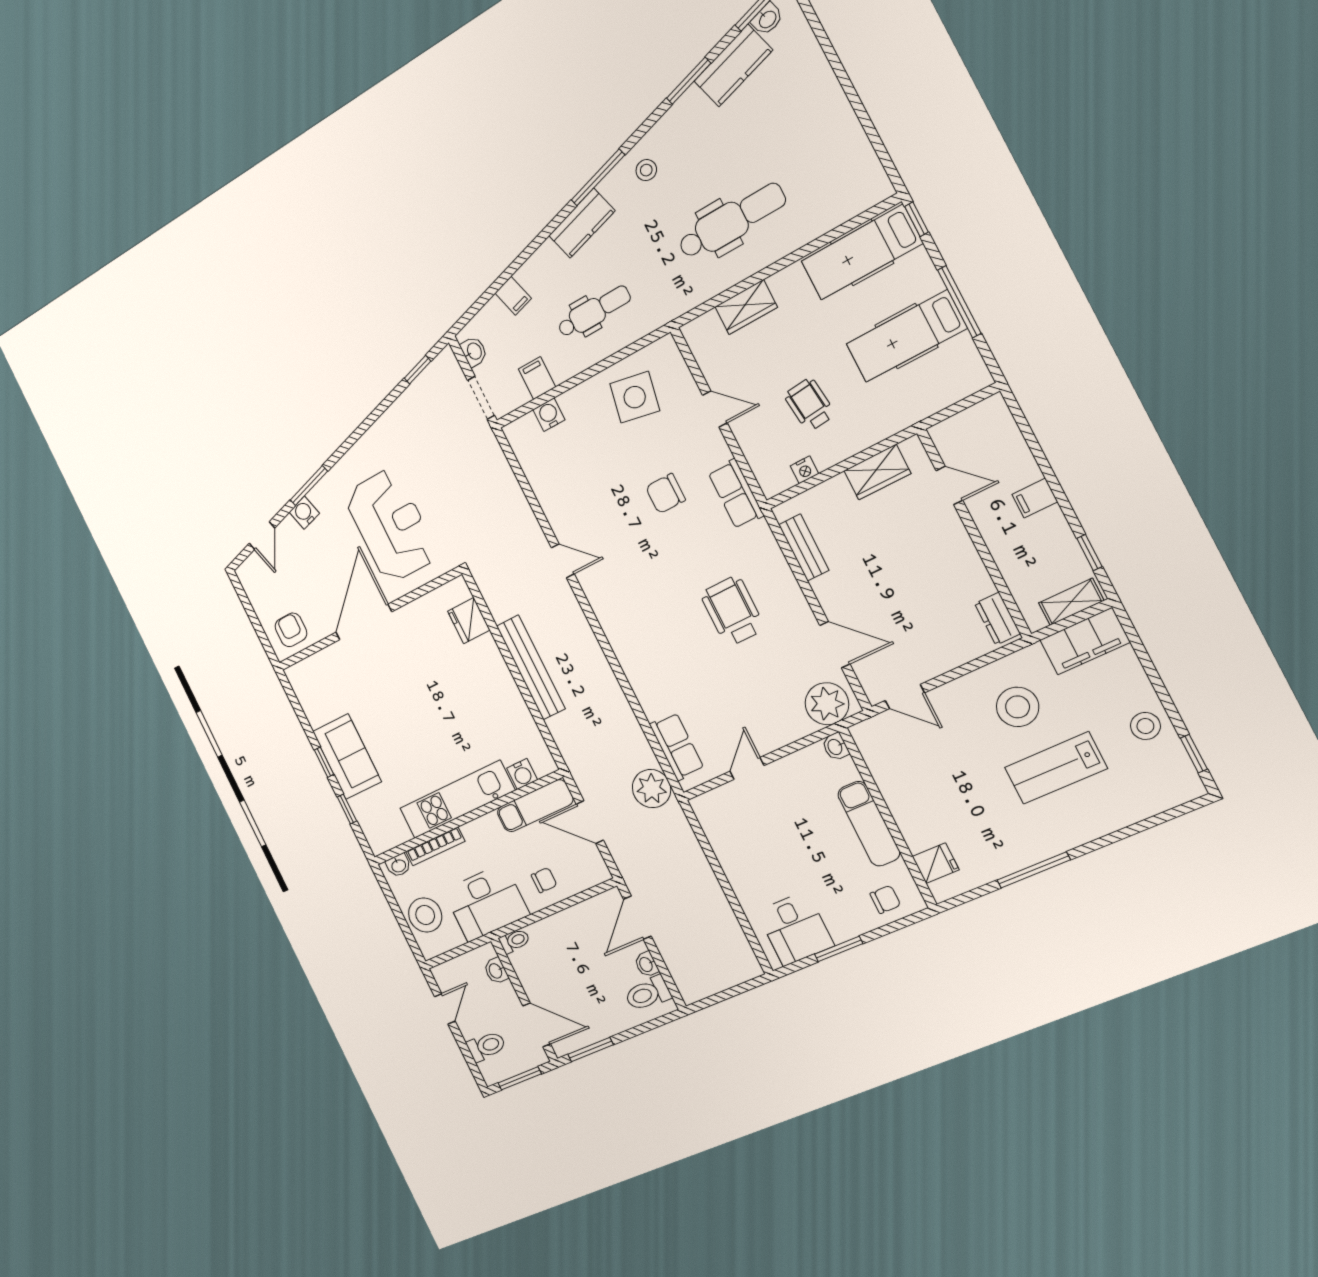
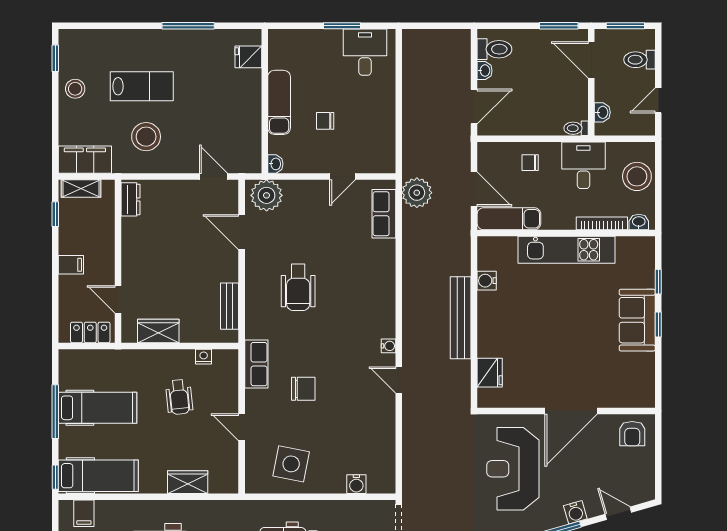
filing cabinet: (537, 378) -> (84, 513), moved
locker: (965, 425) -> (90, 332), added
door: (262, 536) -> (618, 513), hinge flipped
water cooler: (594, 594) -> (388, 346), added
water cooler: (522, 774) -> (487, 281), moved, turned -90
chair: (885, 899) -> (325, 121), moved
desk: (486, 903) -> (583, 165), width x0.73

